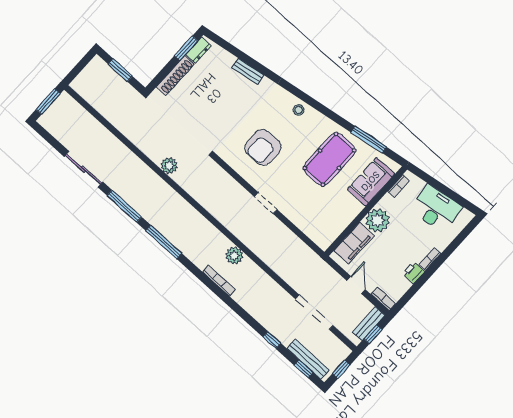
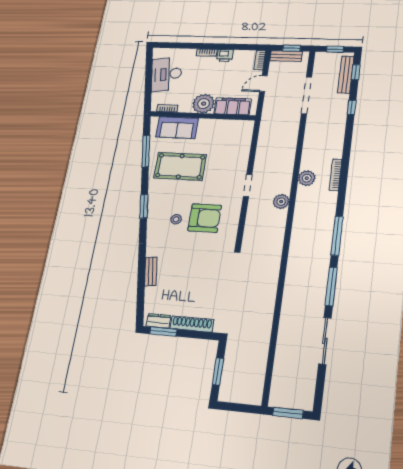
window: (314, 104) -> (144, 206), added
stool: (299, 110) -> (176, 219), moved
plant: (169, 166) -> (281, 202), moved

